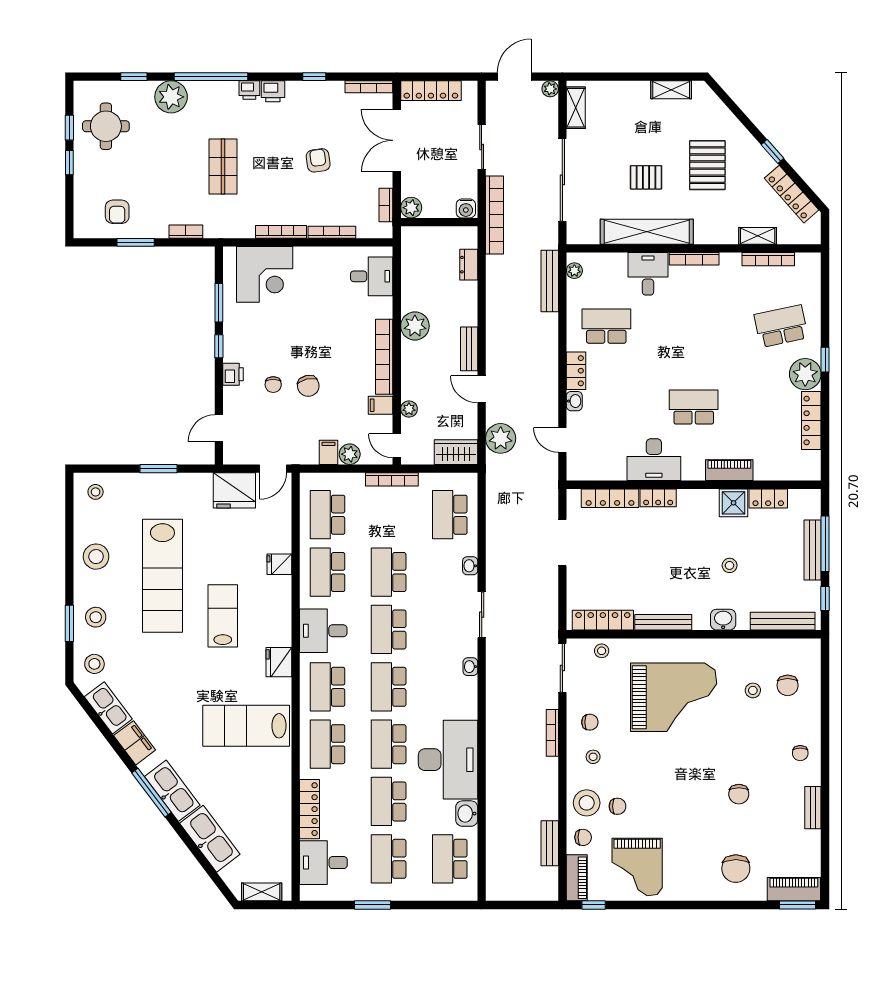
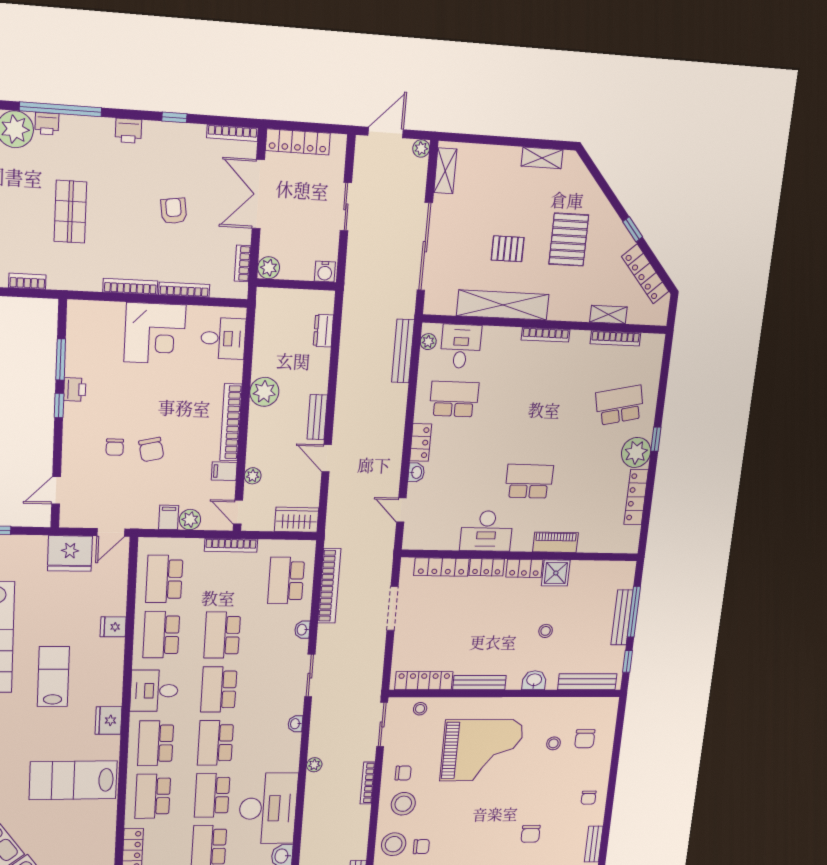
printer: (249, 90) -> (47, 124), moved
bookcase: (494, 215) -> (329, 586), moved
corner desk: (265, 274) -> (155, 333), moved
desk: (648, 274) -> (461, 346), moved
printer: (233, 374) -> (75, 389), moved
plant: (501, 438) -> (314, 765), moved, width x0.53, depth x0.53
locker: (768, 498) -> (524, 568), moved
stool: (593, 757) -> (403, 804), width x1.89, depth x1.89

